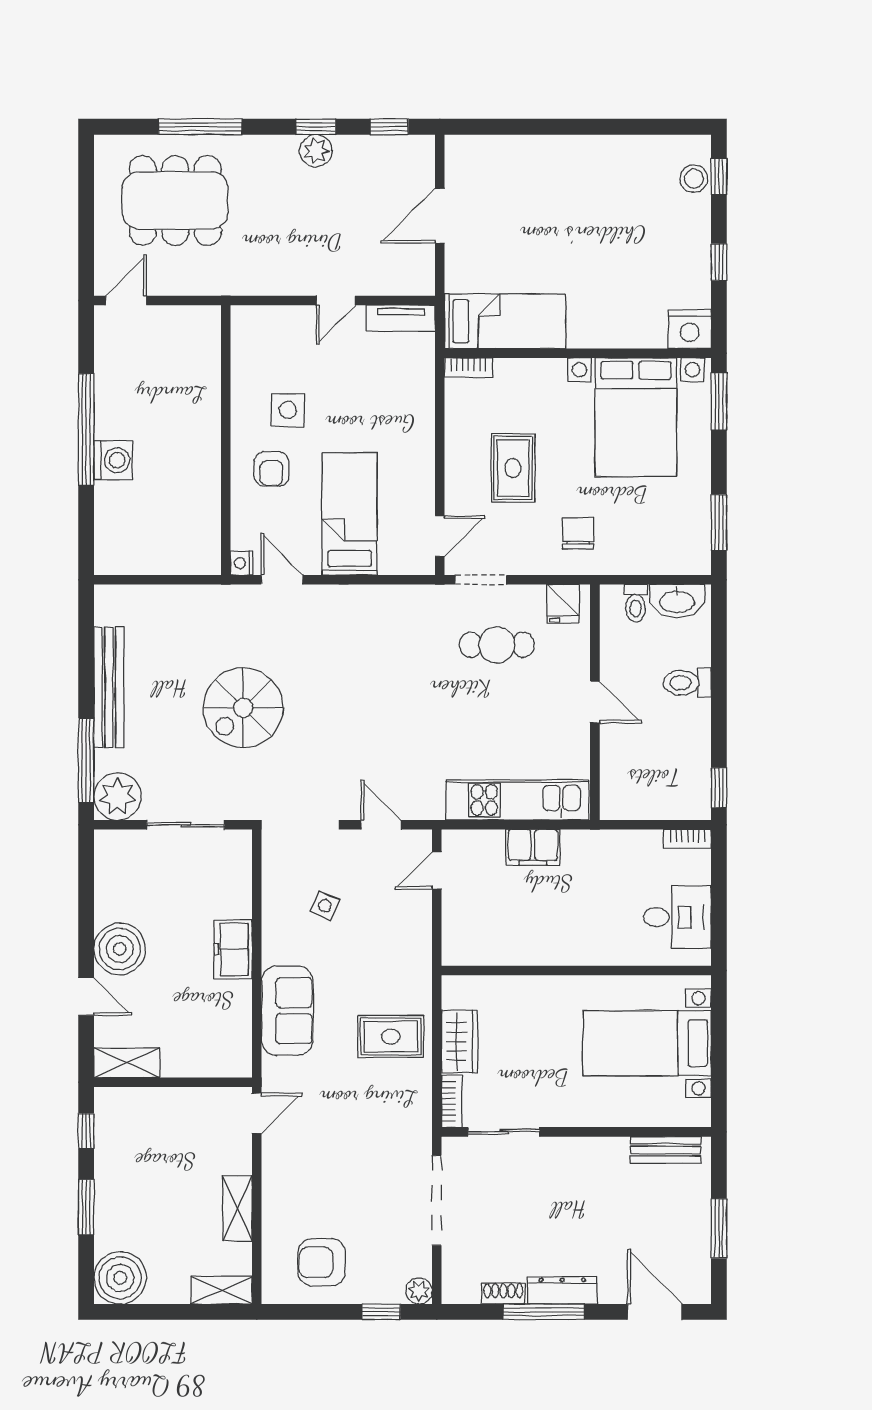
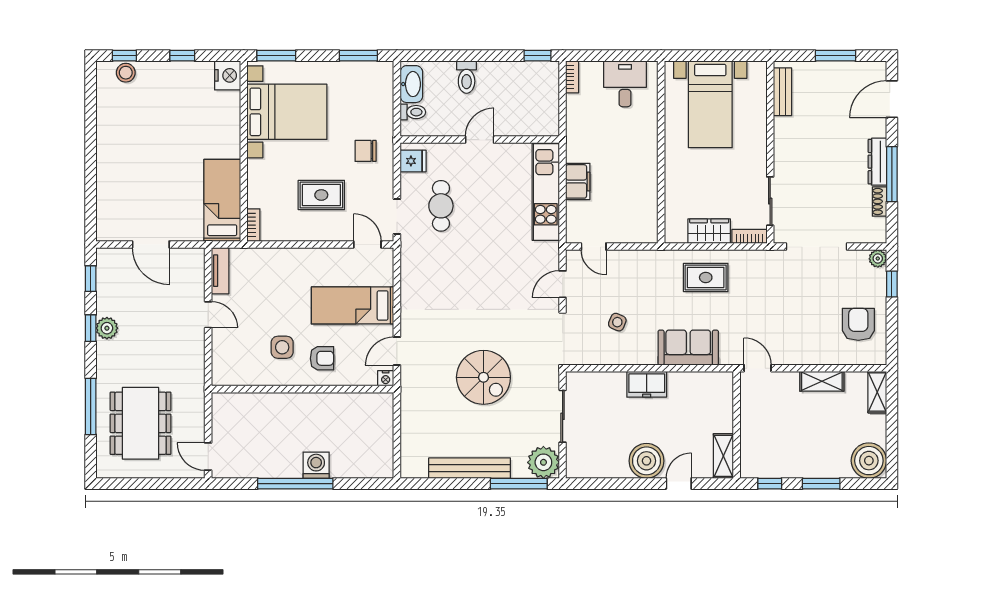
rug: (391, 1037) -> (706, 277), turned 90
armchair: (322, 1262) -> (858, 324), turned 180

